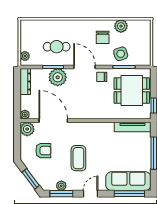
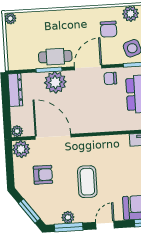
cafe table: (57, 47) -> (55, 57), moved
plant: (25, 56) -> (10, 18), moved
door: (85, 67) -> (88, 67), hinge flipped

